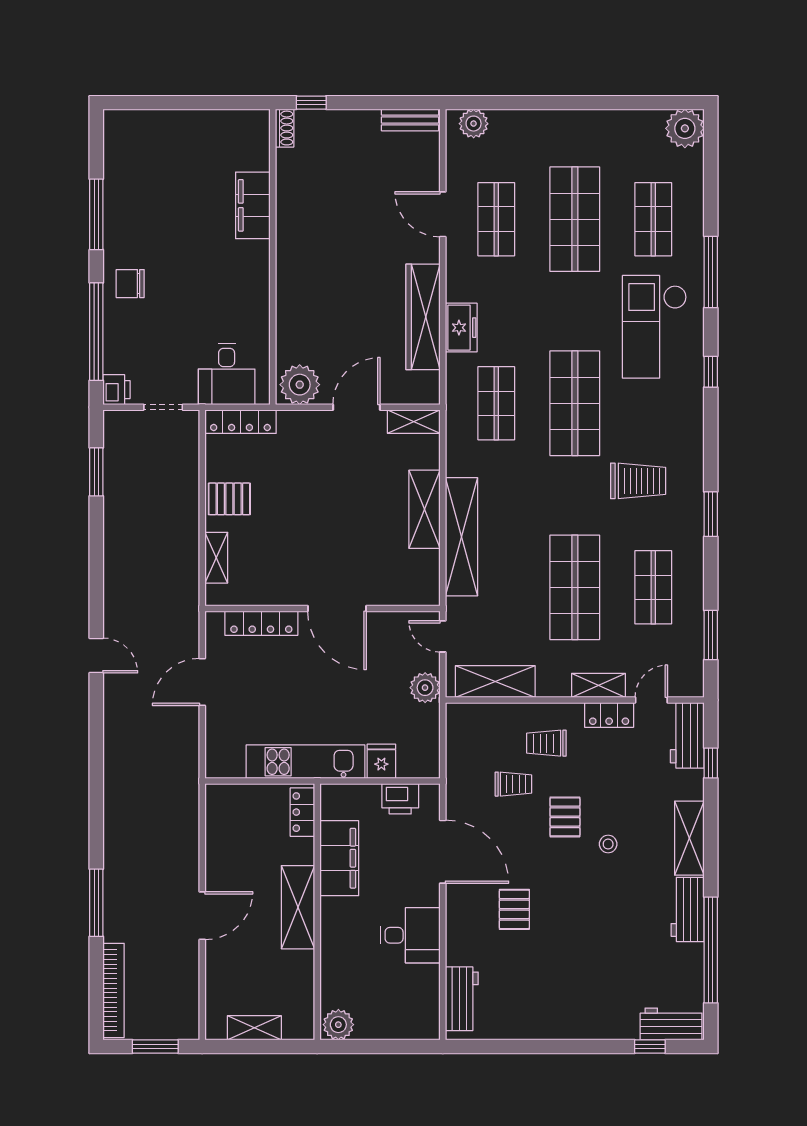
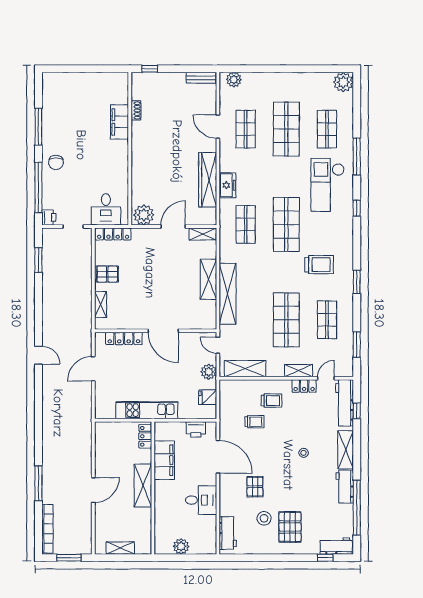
shoe rack: (285, 128) -> (136, 110), moved
chair: (130, 284) -> (56, 162), turned -90
workbench: (687, 735) -> (345, 403), width x1.38
trolley: (546, 743) -> (272, 401), turned 180
fridge: (381, 761) -> (208, 397), moved, turned -90
pallet: (565, 817) -> (290, 527), moved, width x1.50, depth x1.42
stool: (532, 970) -> (264, 518), added
plant: (338, 1025) -> (181, 546), moved

